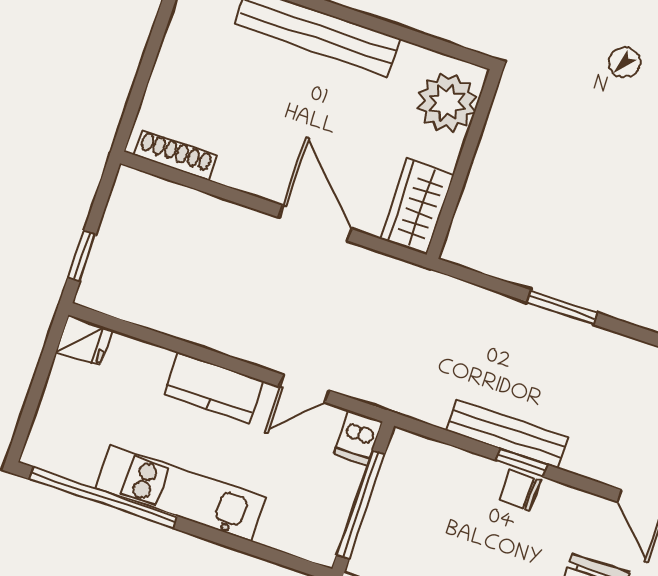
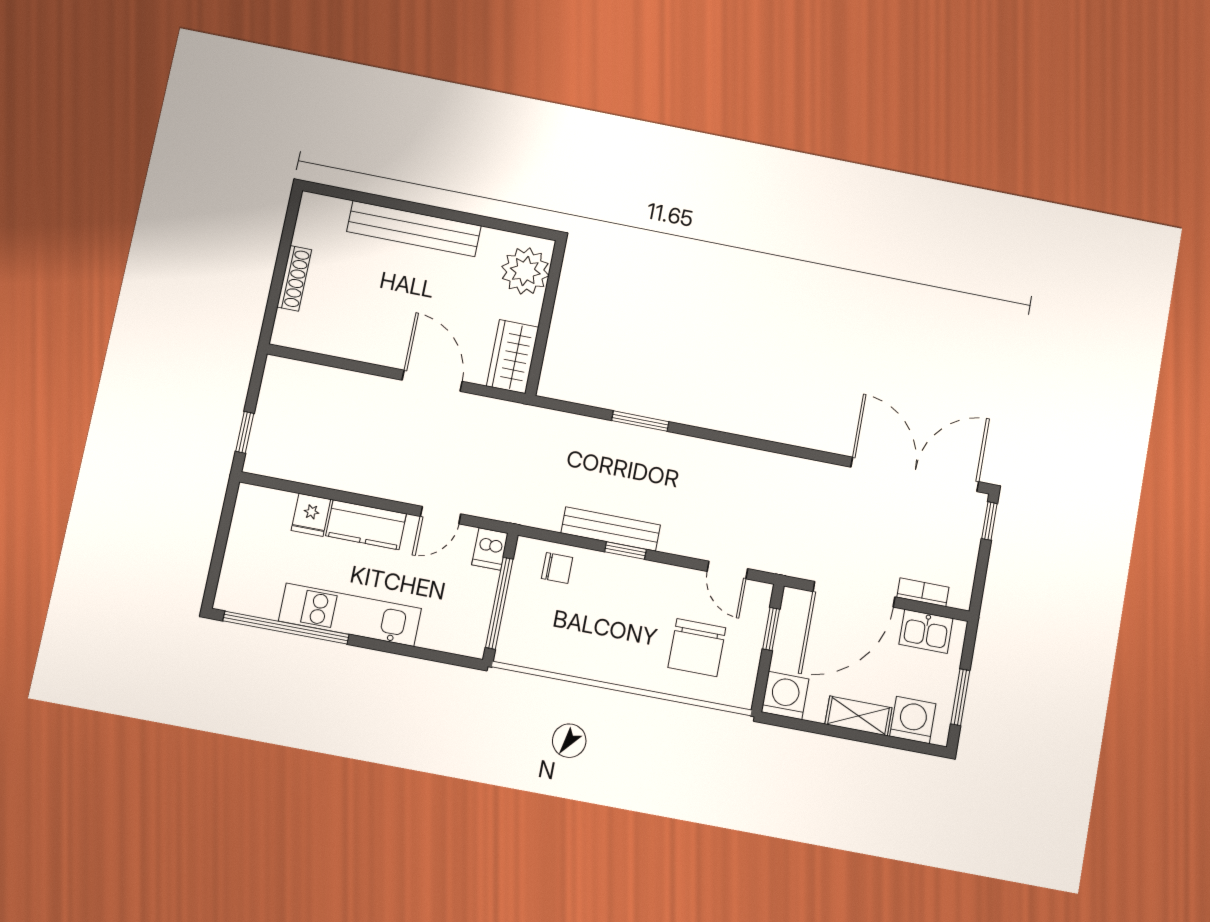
shoe rack: (175, 155) -> (294, 278), moved, turned 90
fridge: (84, 340) -> (311, 515), moved, turned 90
chair: (520, 490) -> (557, 568), moved, turned 180

